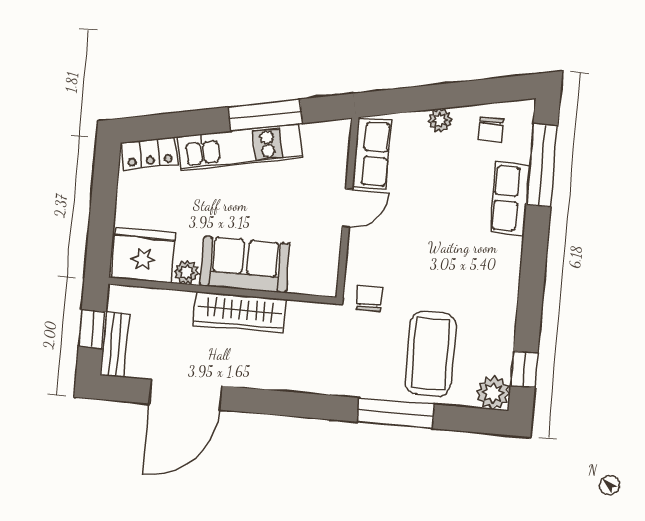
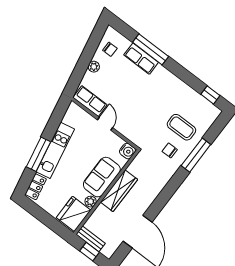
window: (265, 115) -> (39, 154), moved
window: (542, 165) -> (151, 49), moved
water cooler: (323, 282) -> (127, 151), added
chair: (369, 299) -> (170, 150), moved
bench: (115, 345) -> (91, 239), moved
coffee table: (430, 354) -> (181, 127), width x0.73, depth x0.76
plant: (493, 393) -> (212, 113), removed

